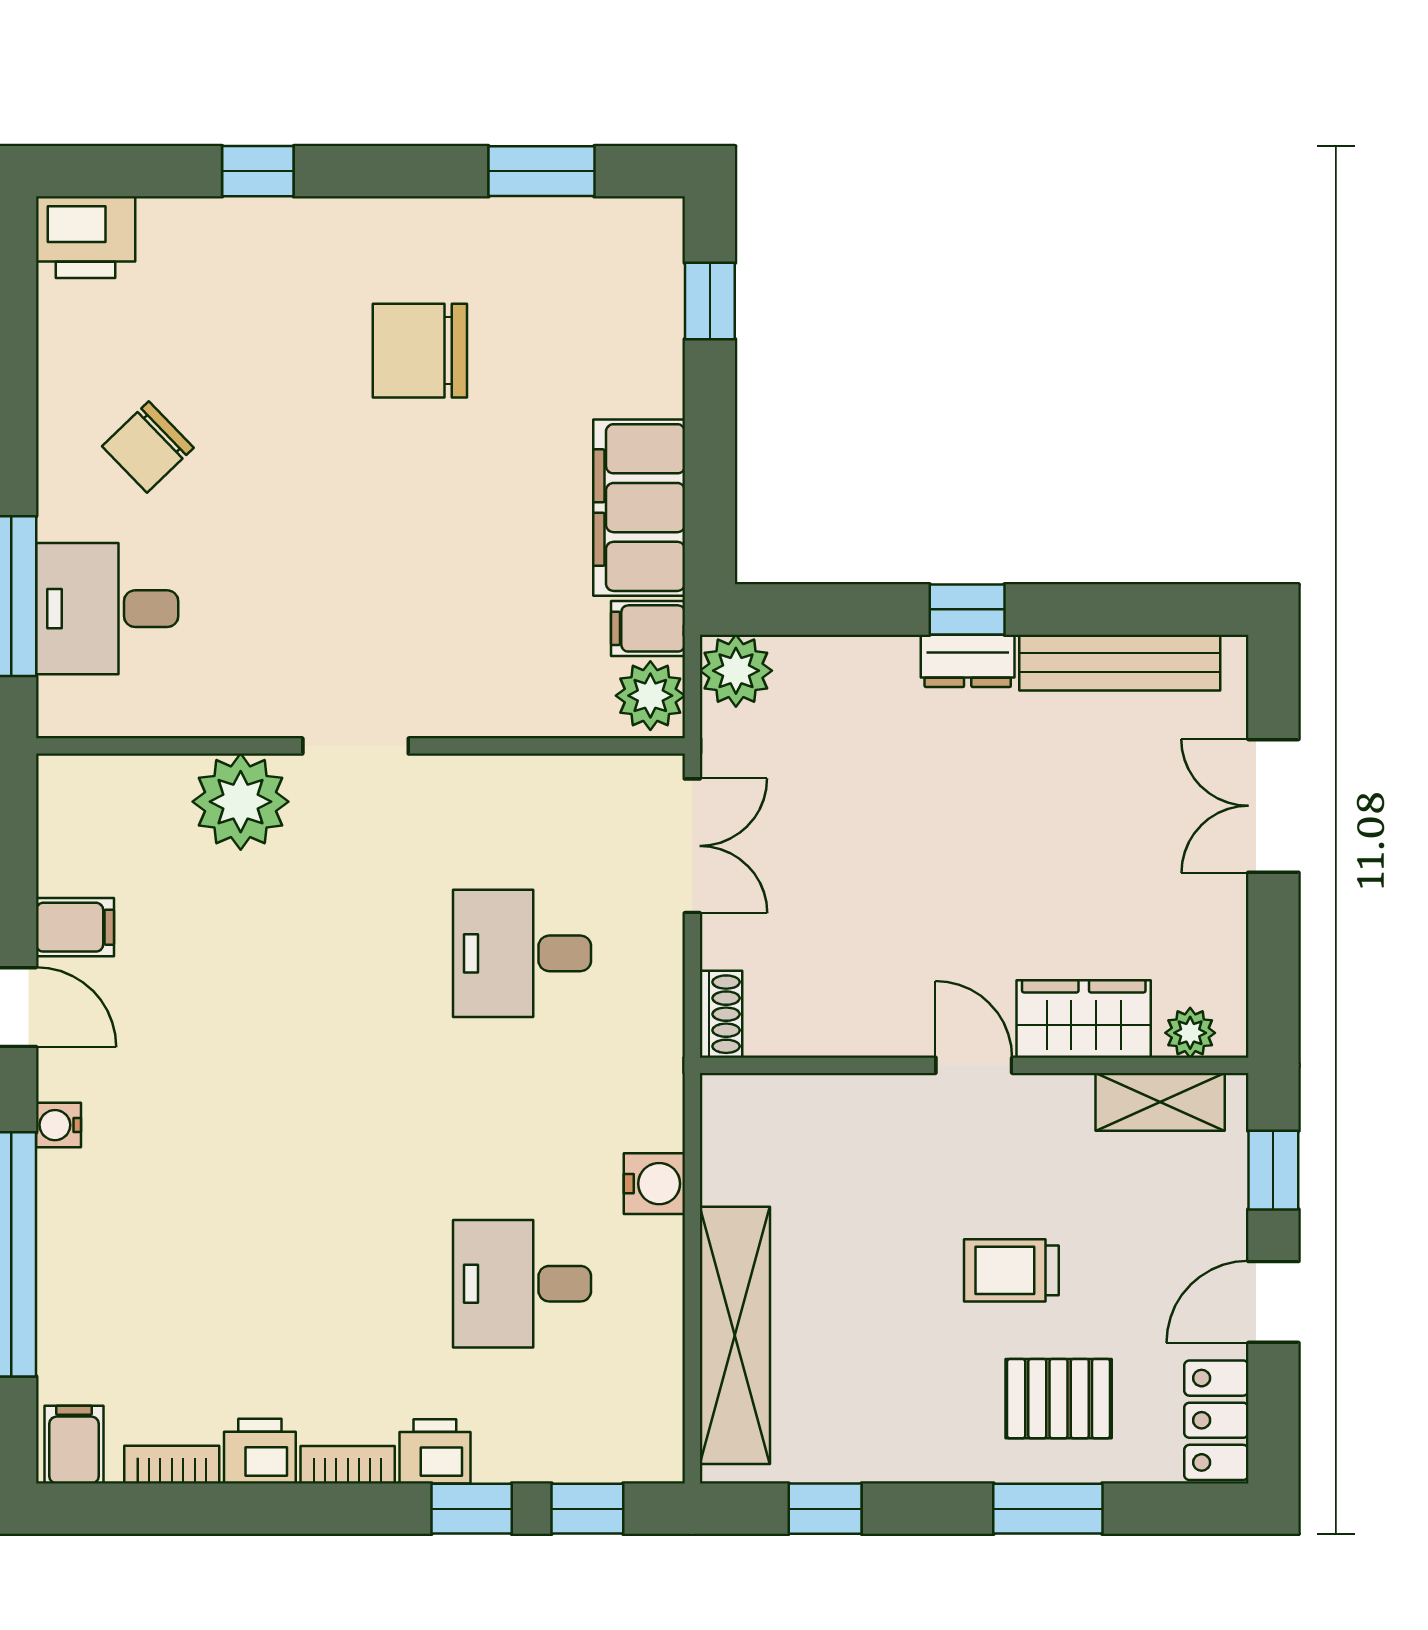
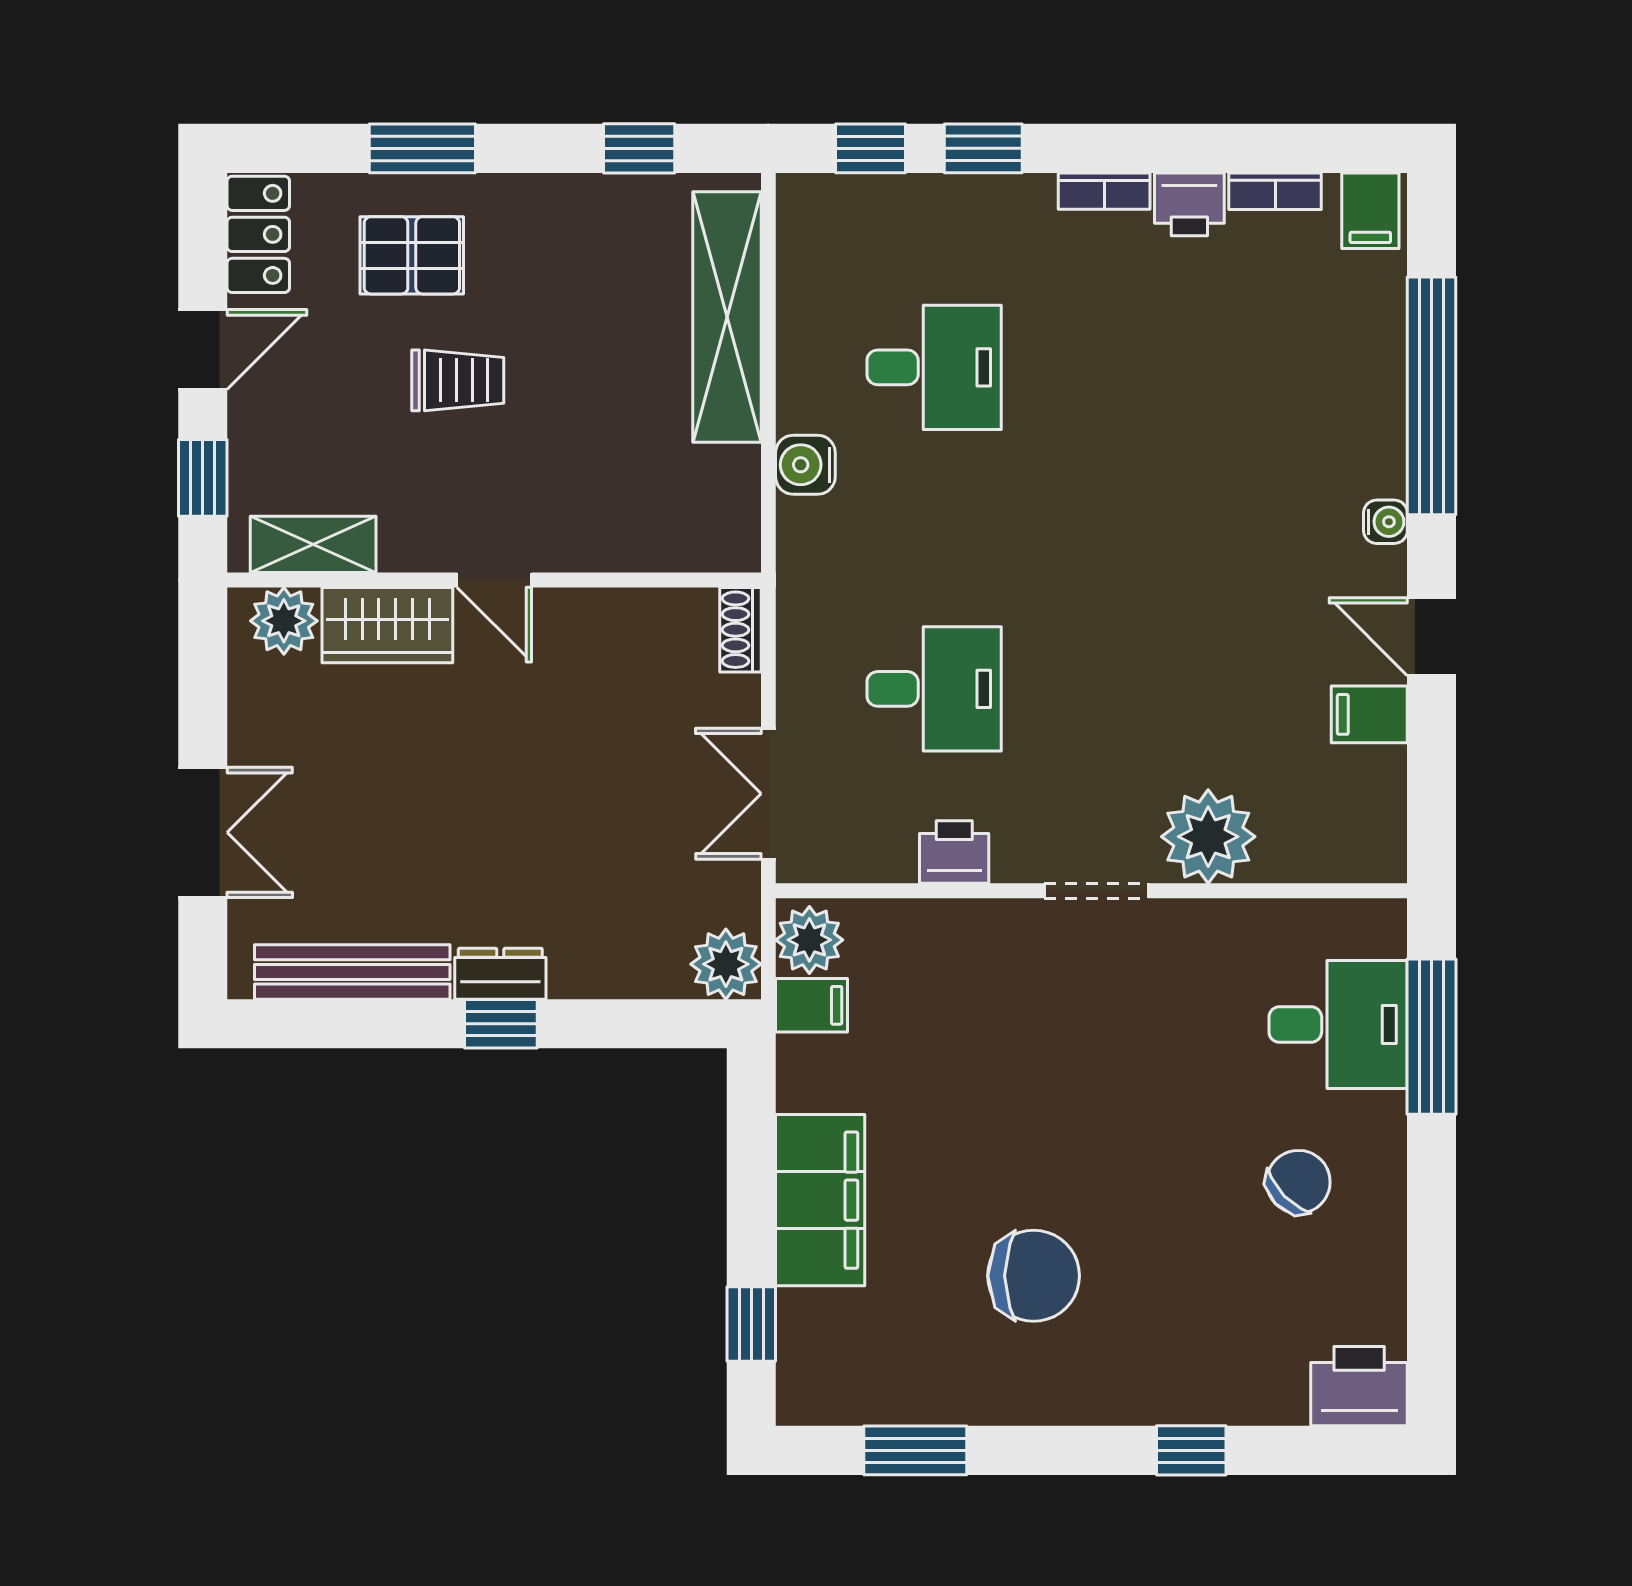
filing cabinet: (639, 508) -> (820, 1200), moved
plant: (1190, 1033) -> (284, 621), width x1.38, depth x1.38
printer: (435, 1451) -> (954, 852), moved, turned 180

